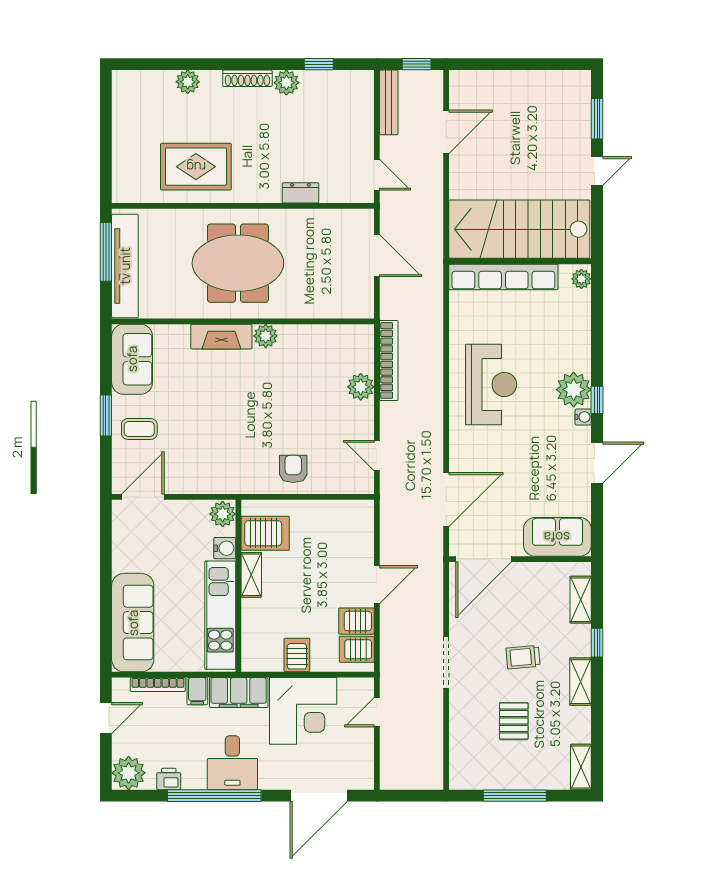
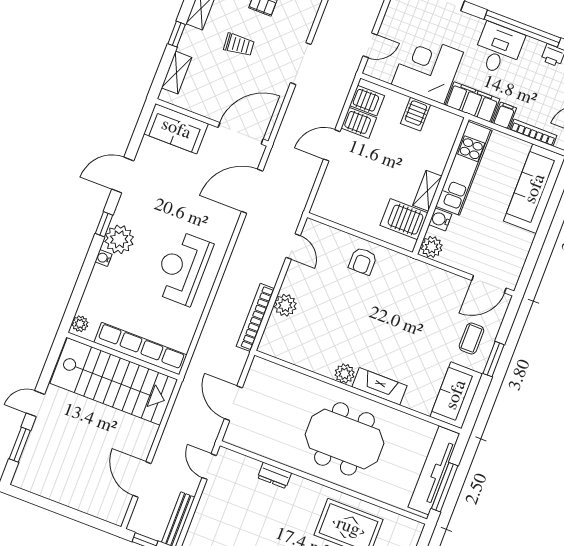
door: (446, 132) -> (142, 479), hinge flipped
water cooler: (583, 417) -> (103, 258), moved
coffee table: (139, 429) -> (471, 338), turned 90

